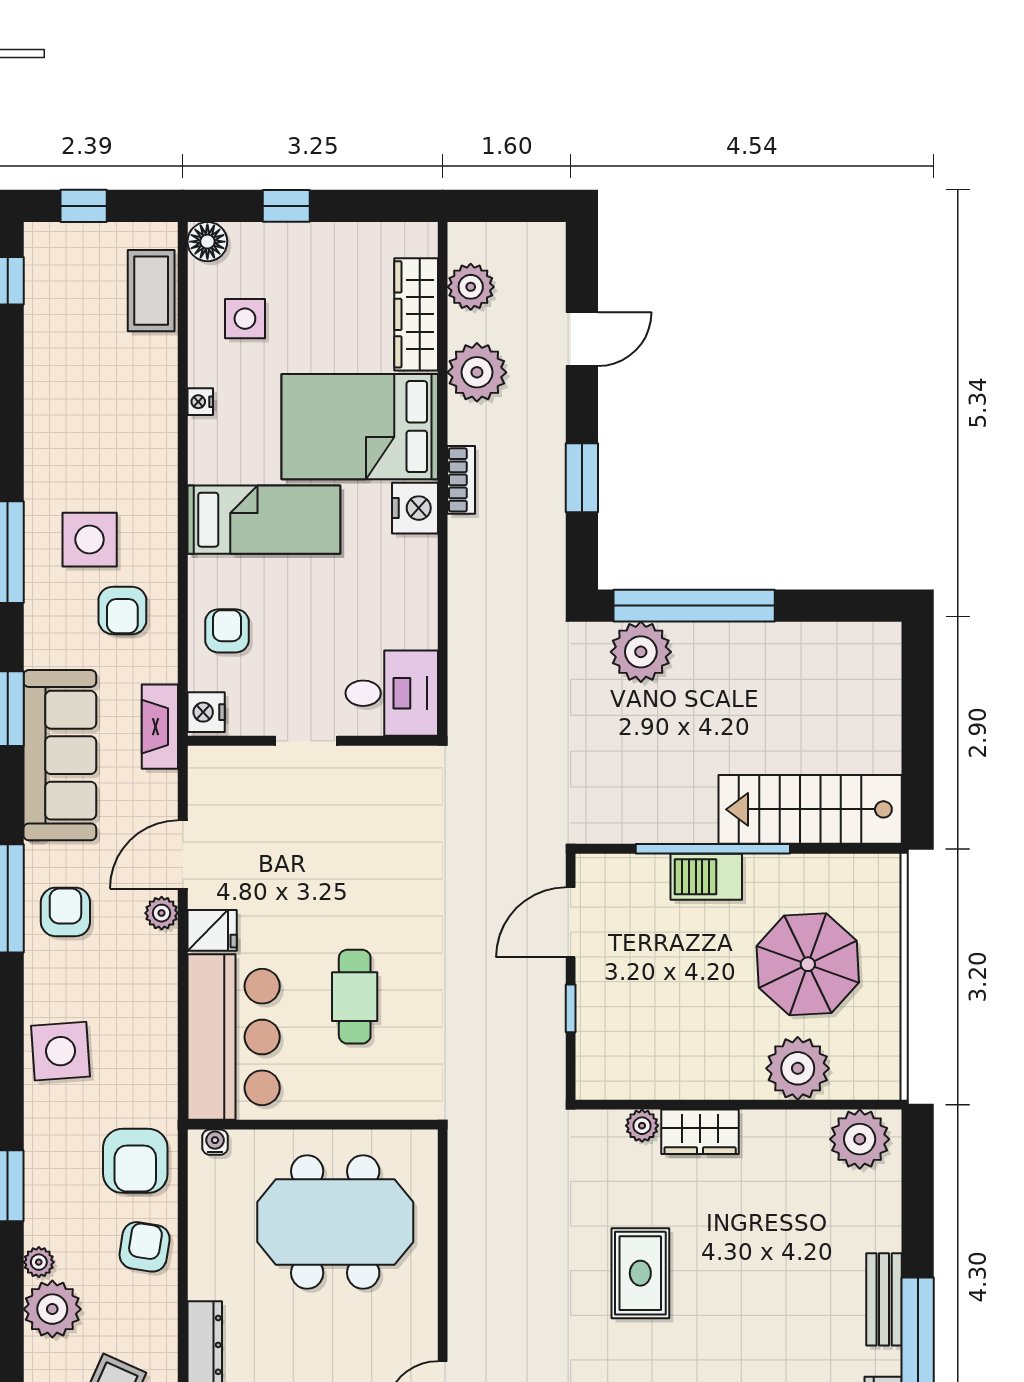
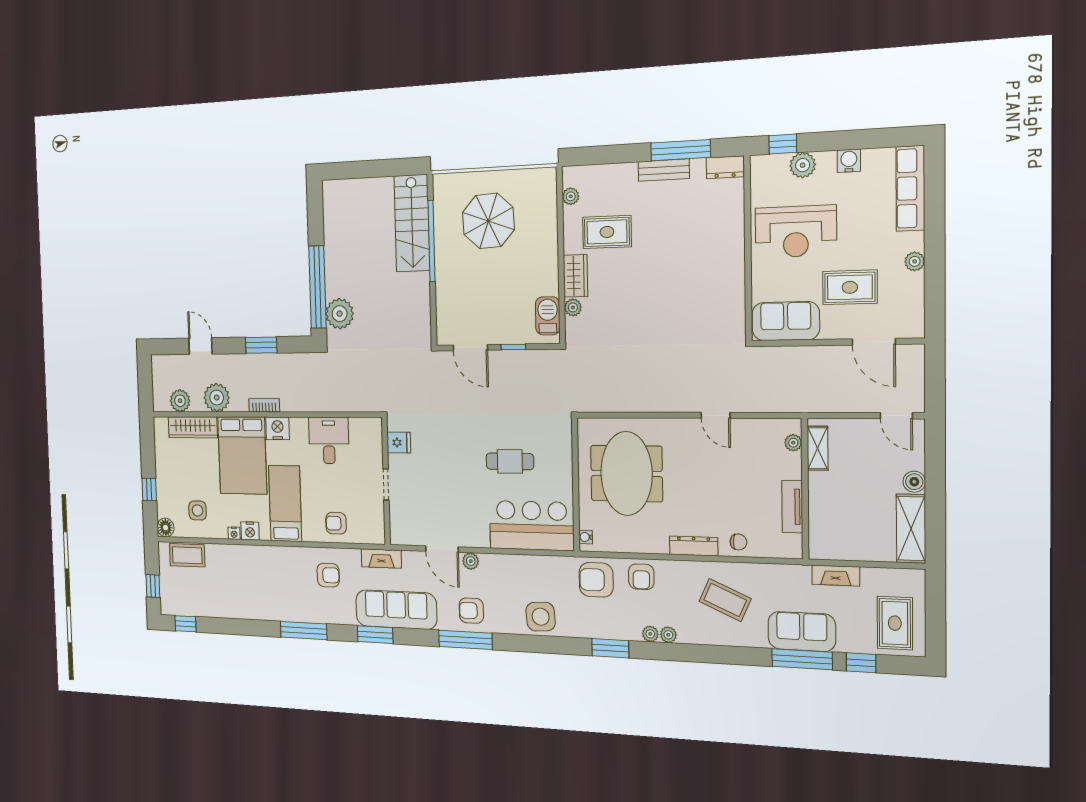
side table: (90, 540) -> (297, 590), removed
desk: (392, 693) -> (329, 440), moved
nightstand: (206, 712) -> (250, 531), moved
window: (713, 849) -> (432, 241), moved
barbecue: (706, 877) -> (548, 316), moved, turned 180
fridge: (212, 930) -> (399, 443), moved, turned 90
plant: (798, 1068) -> (542, 224), removed
plant: (860, 1139) -> (571, 196), width x0.53, depth x0.53
armchair: (135, 1161) -> (596, 580), turned 180
armchair: (145, 1247) -> (641, 577), turned -99
rug: (640, 1273) -> (607, 232), moved
plant: (52, 1309) -> (668, 635), width x0.53, depth x0.53

